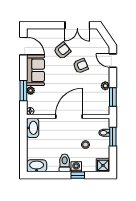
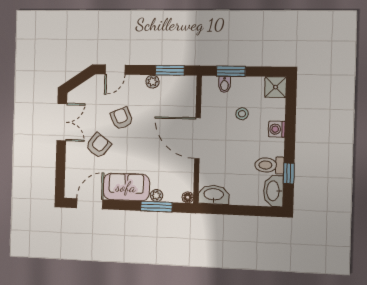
armchair: (62, 51) -> (98, 145), turned 77
toilet: (65, 163) -> (269, 165), moved
window: (78, 175) -> (289, 173), moved

